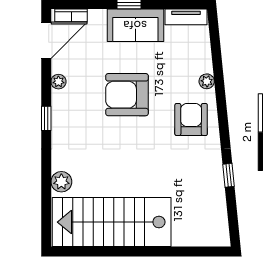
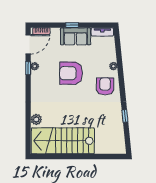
window: (46, 118) -> (28, 68), moved

